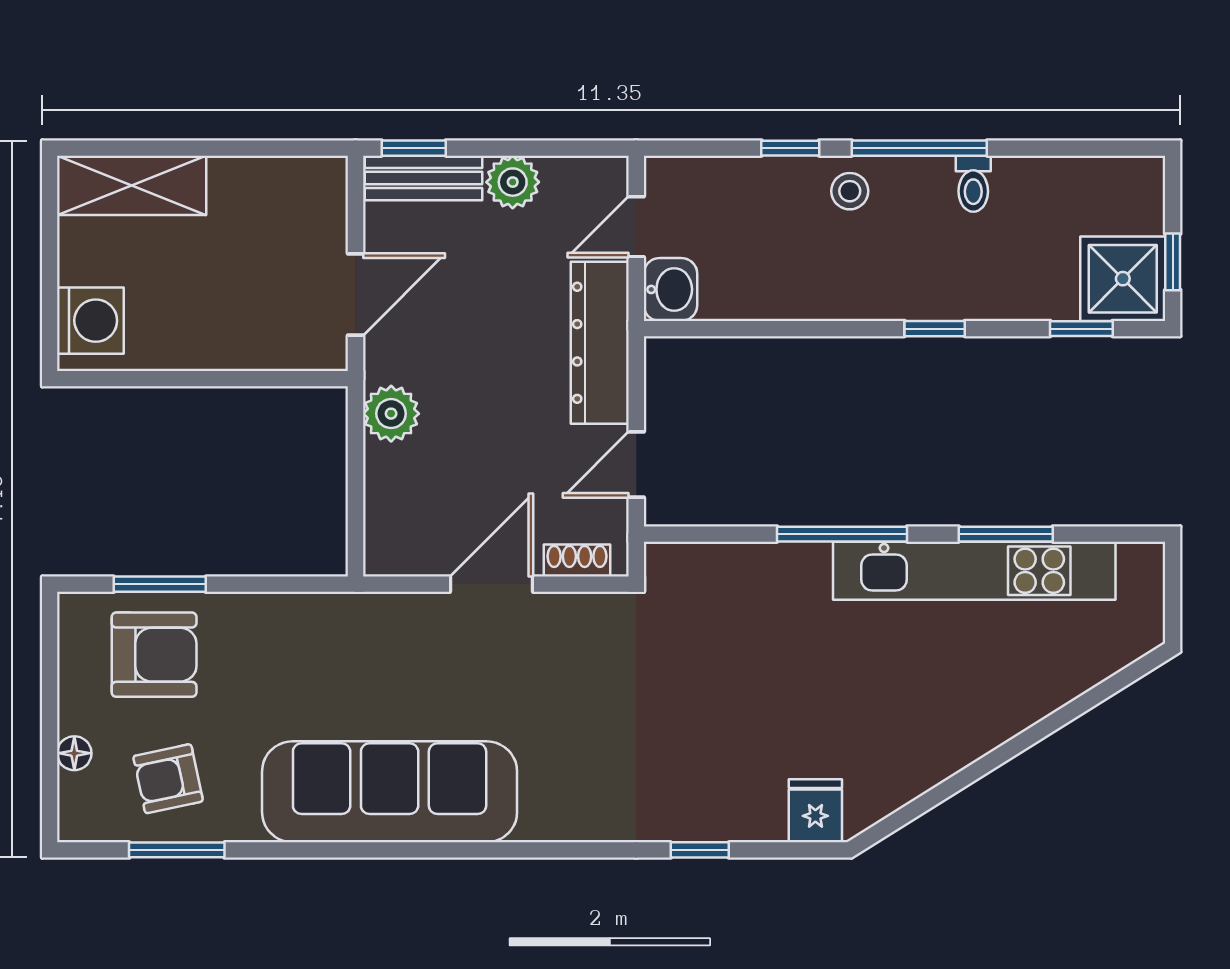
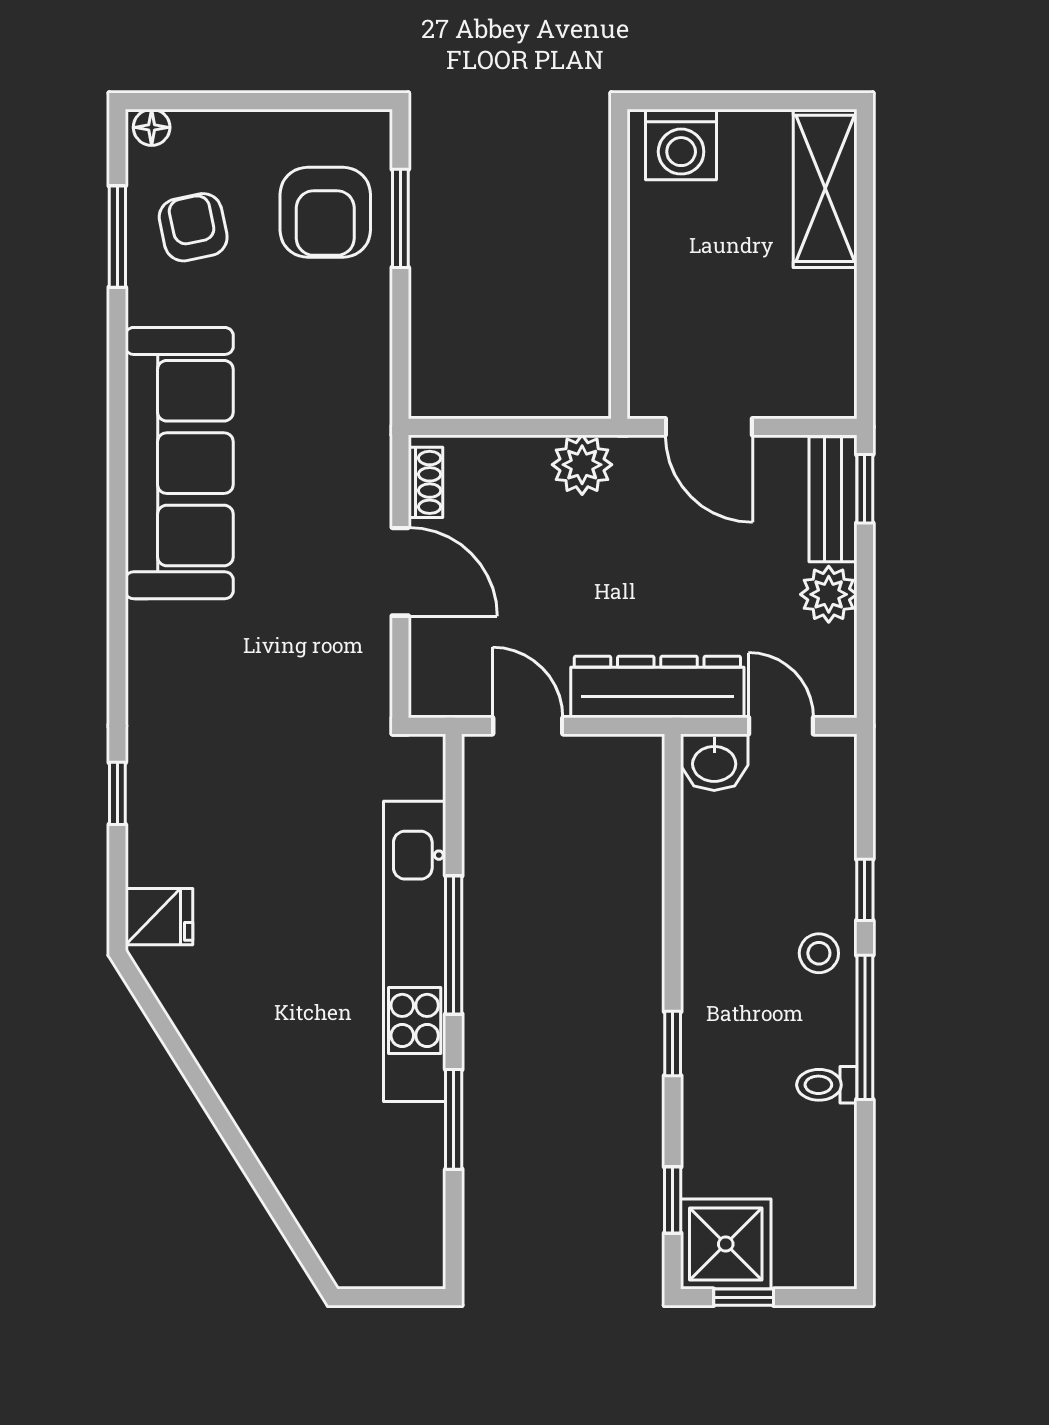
shoe rack: (577, 561) -> (425, 482), moved
kitchen unit: (974, 571) -> (415, 951), moved
floor lamp: (74, 753) -> (152, 127), moved

